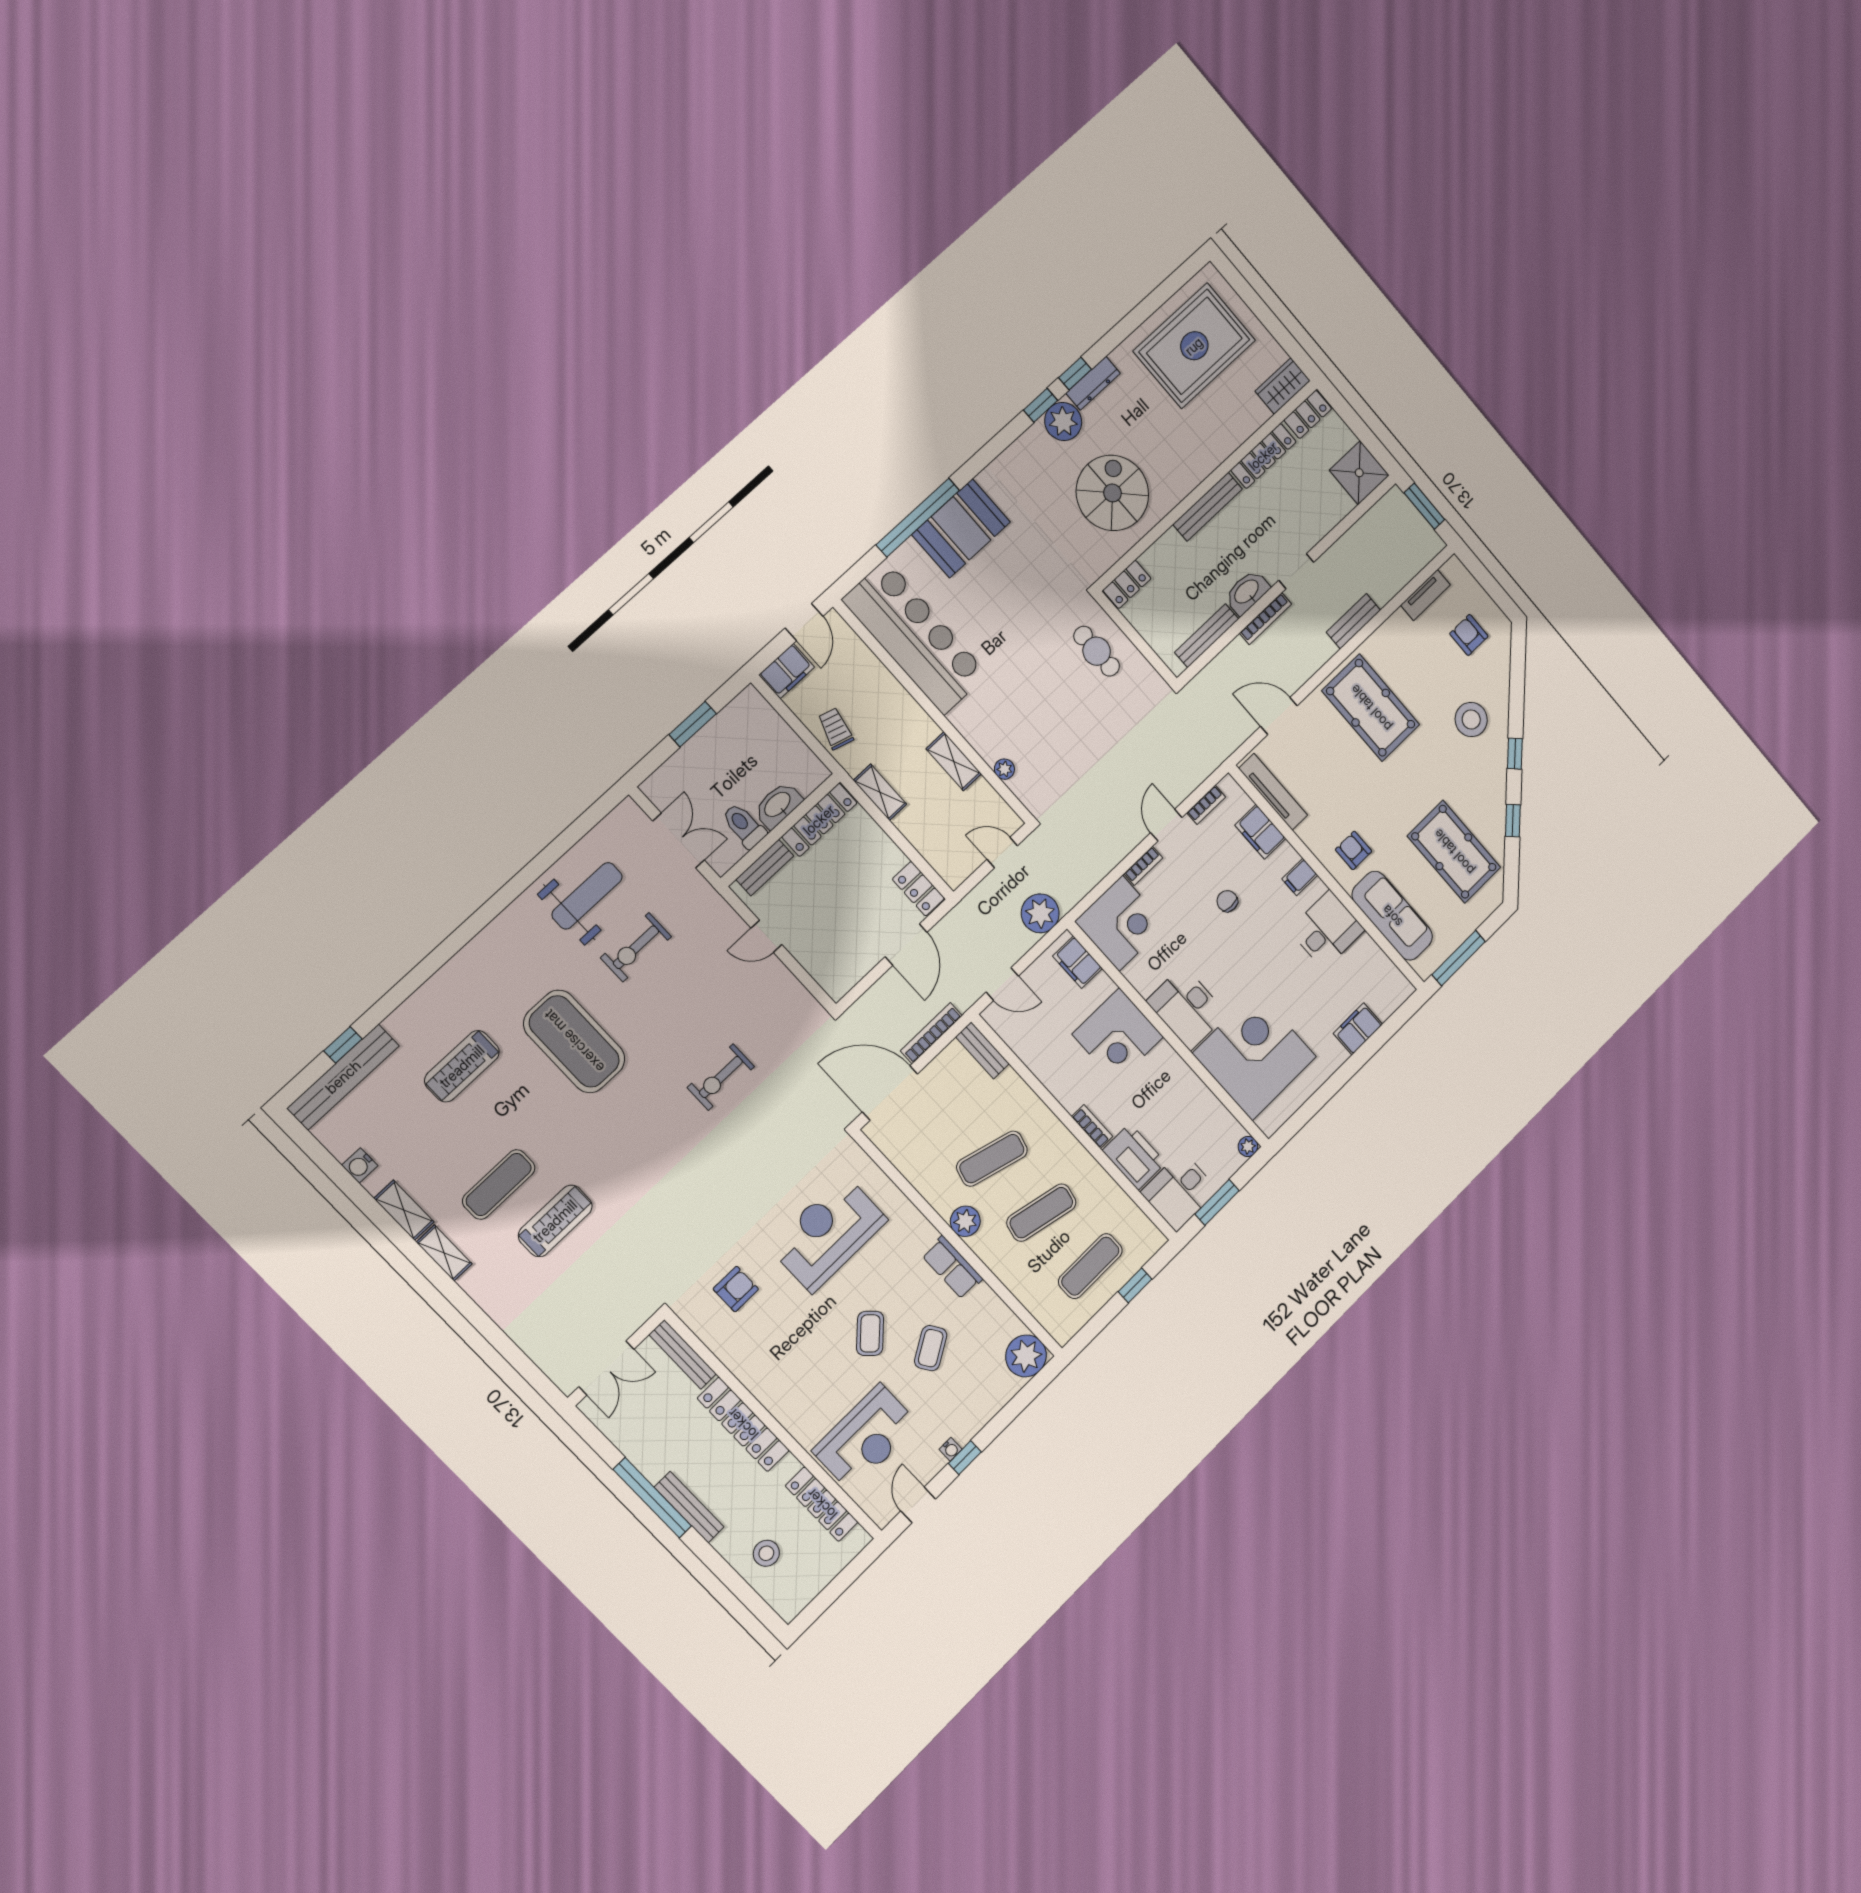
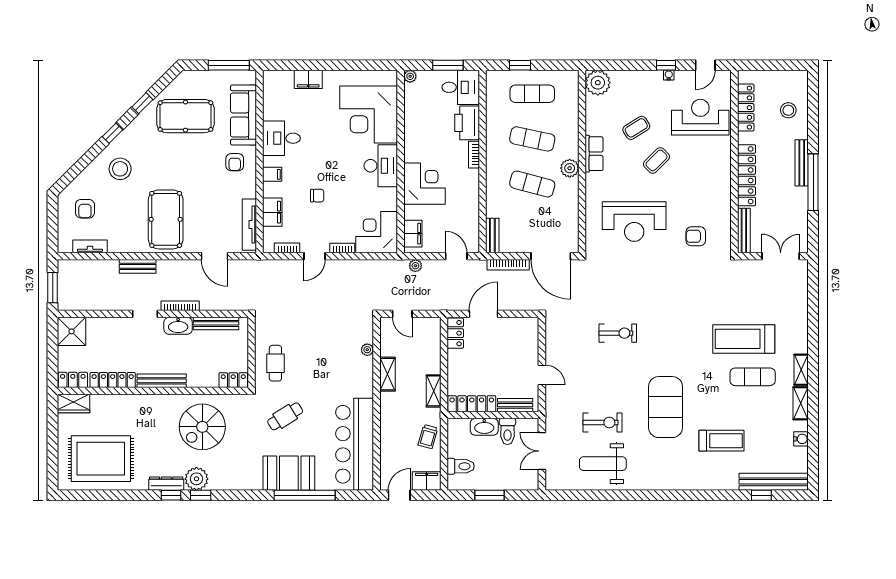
cafe table: (1028, 596) -> (285, 416), added
toilet: (762, 728) -> (461, 466), added
pool table: (1454, 852) -> (186, 116), turned 90
chair: (1227, 901) -> (317, 196), turned -90
plant: (1040, 913) -> (415, 266), width x0.53, depth x0.53
treadmill: (555, 1221) -> (744, 339), width x1.37, depth x1.38

